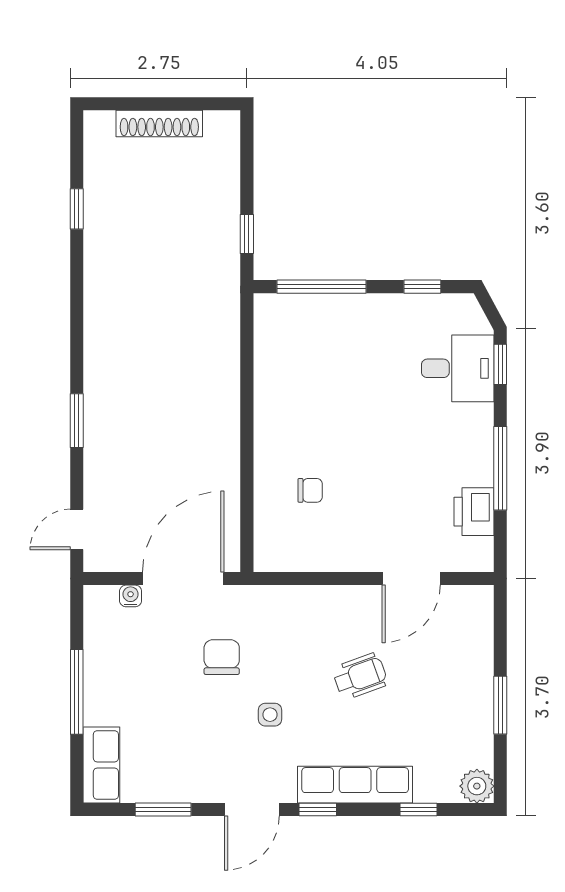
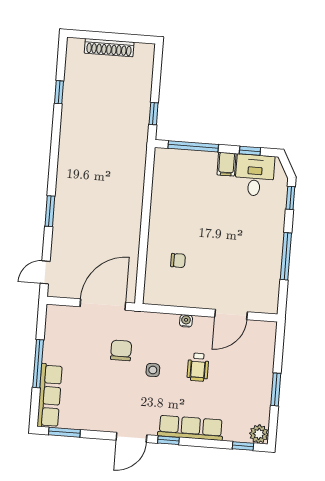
filing cabinet: (383, 313) -> (226, 164), added
desk: (458, 368) -> (255, 175), moved, turned -90
printer: (474, 512) -> (269, 280), removed
water cooler: (131, 596) -> (186, 321), moved
wheelchair: (360, 676) -> (198, 367), turned 110
side table: (270, 715) -> (153, 370), moved
row of seats: (101, 765) -> (50, 396), width x1.48
window: (163, 810) -> (64, 432), moved
window: (419, 810) -> (243, 446), moved

